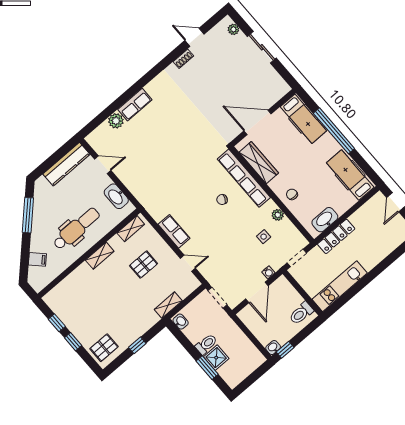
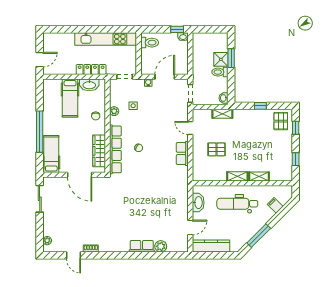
sliding door: (262, 47) -> (40, 199), moved
door: (103, 165) -> (190, 227), swing flipped
hospital bed: (350, 175) -> (70, 98), moved
shelving: (131, 229) -> (259, 177), moved
kitchen unit: (340, 286) -> (106, 39), width x1.36
window: (73, 342) -> (296, 128), moved
pallet: (104, 348) -> (281, 121), turned 90

